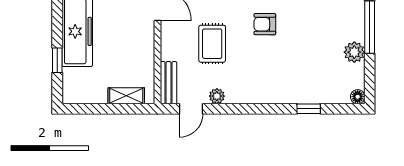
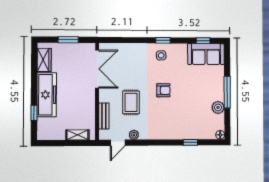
armchair: (265, 24) -> (163, 90), turned 180
bench: (169, 83) -> (104, 116), moved

